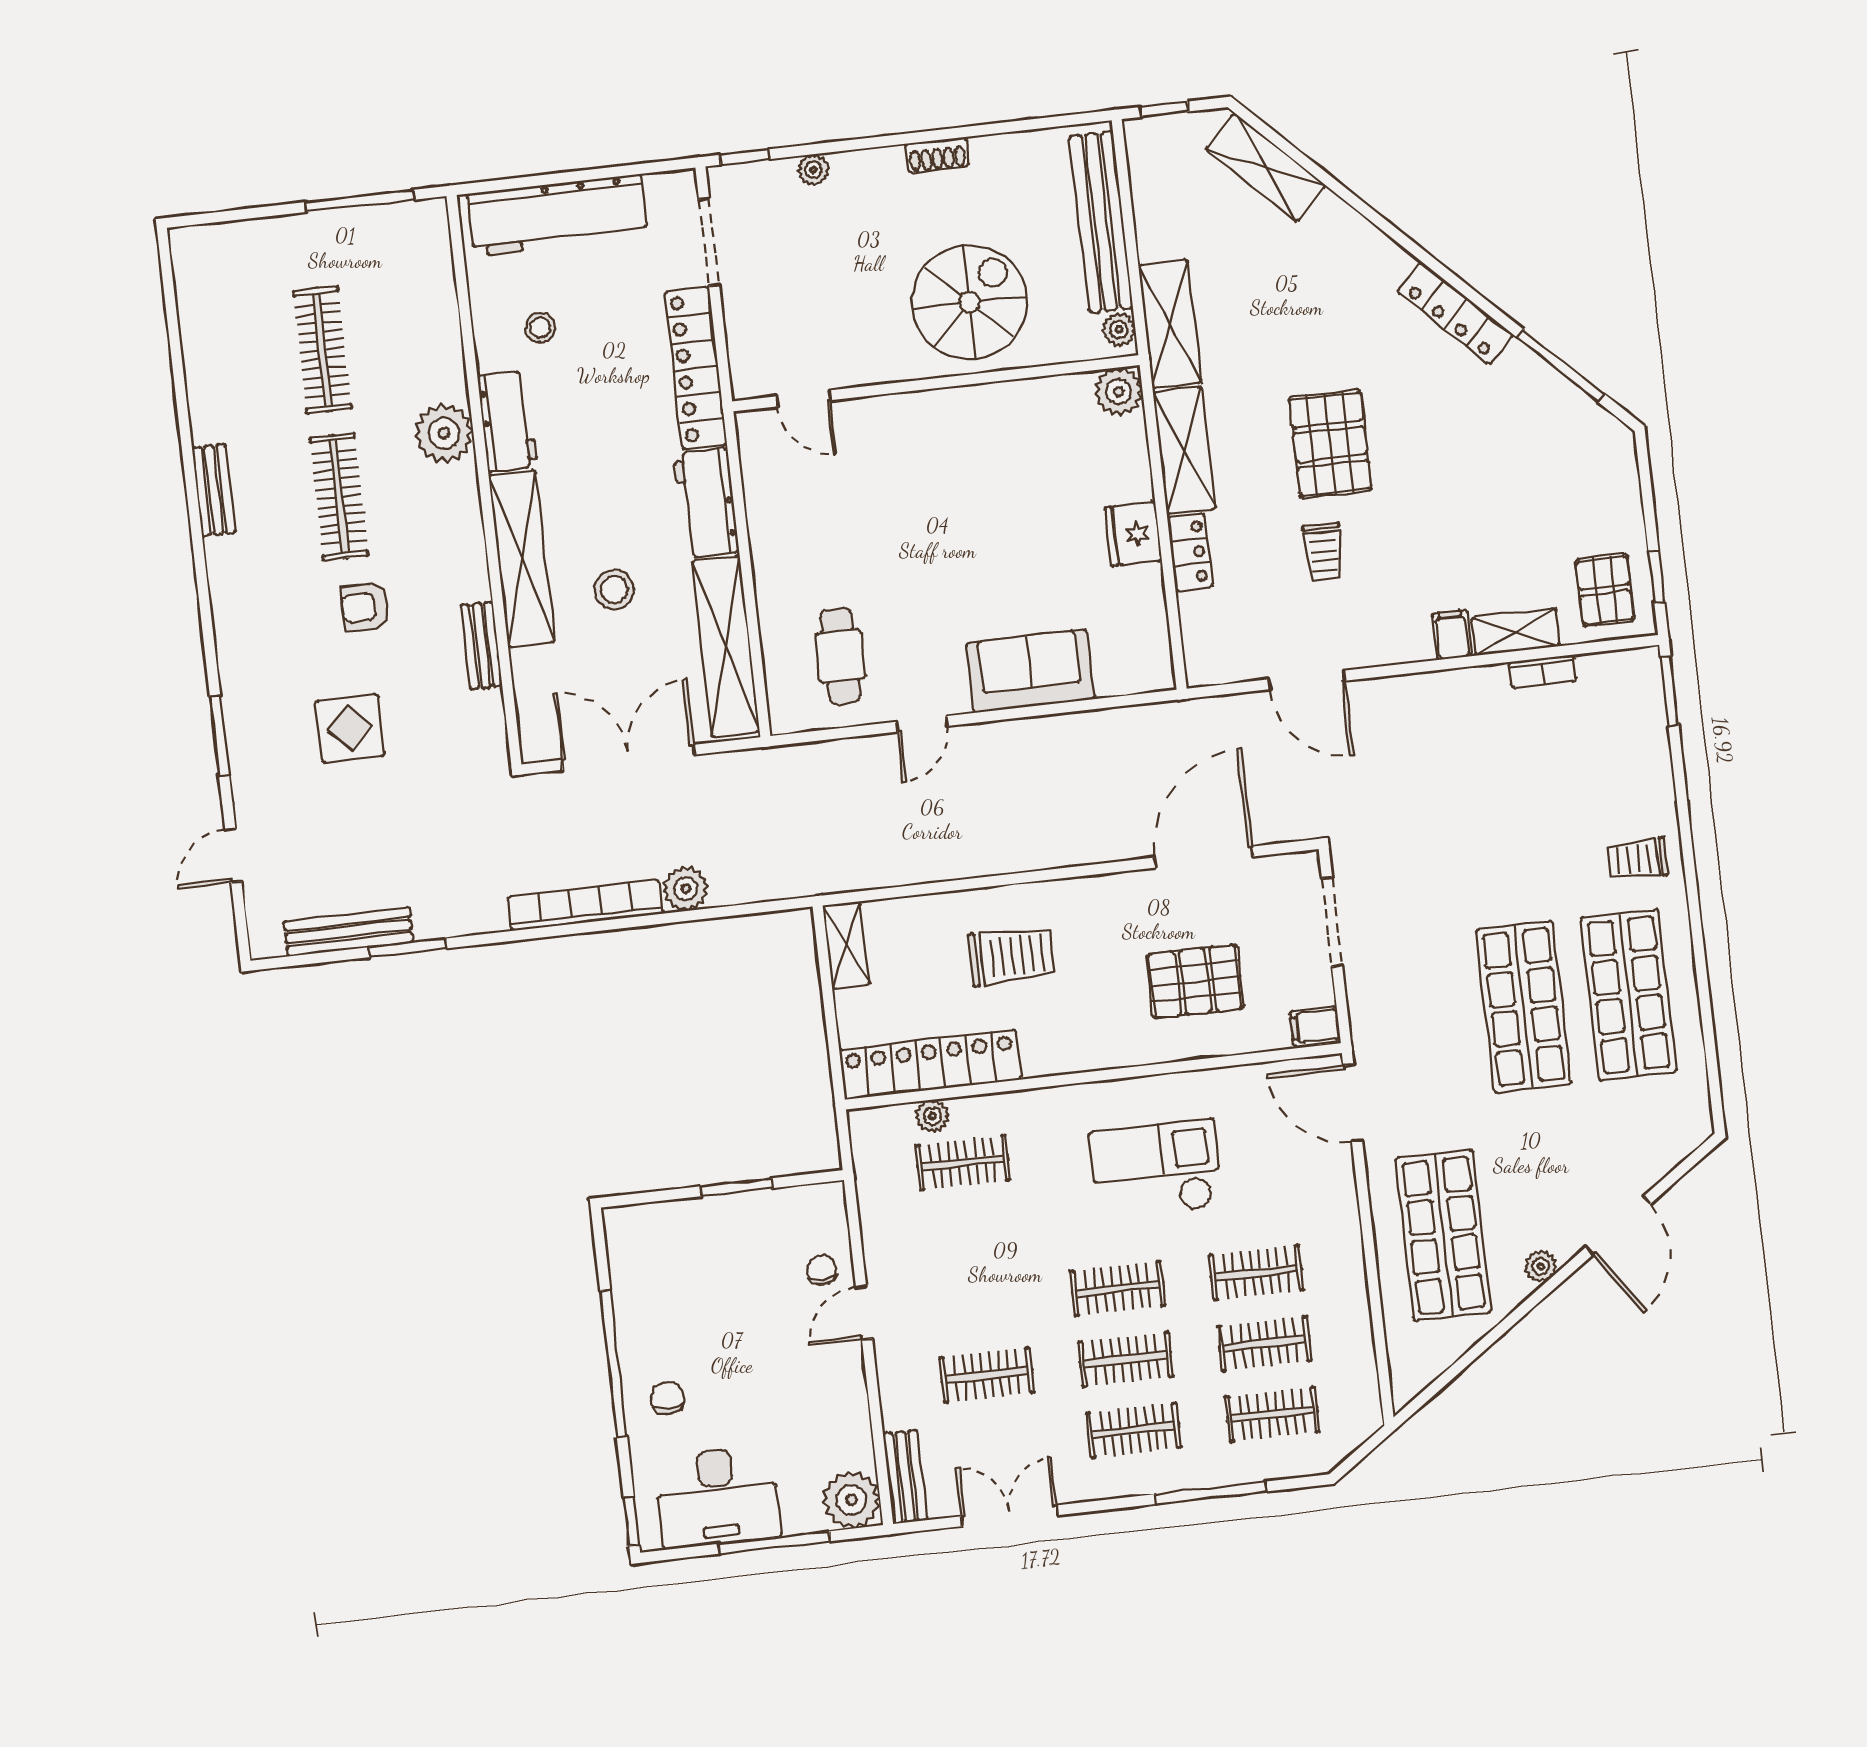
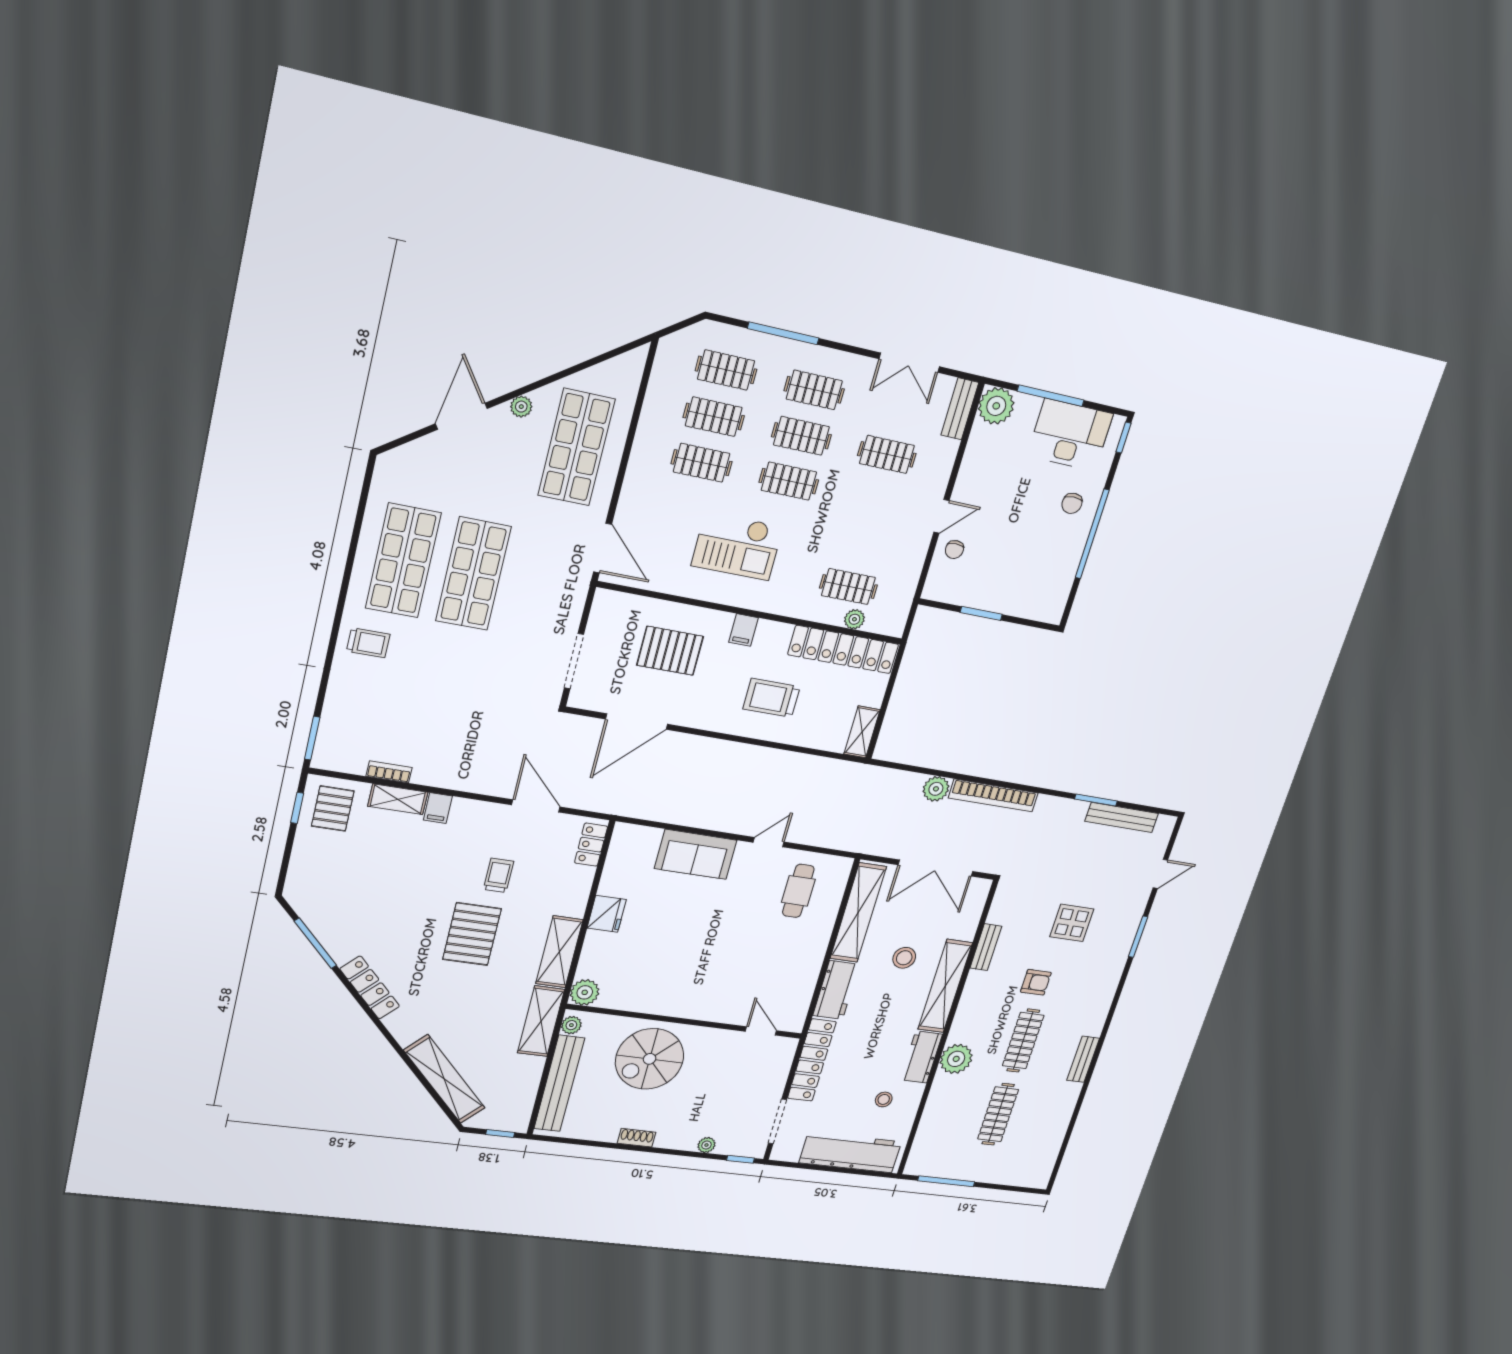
shelving: (1266, 167) -> (444, 1079), width x1.47
locker: (1190, 552) -> (591, 845), moved
filing cabinet: (1315, 1026) -> (743, 630), moved, turned 90

